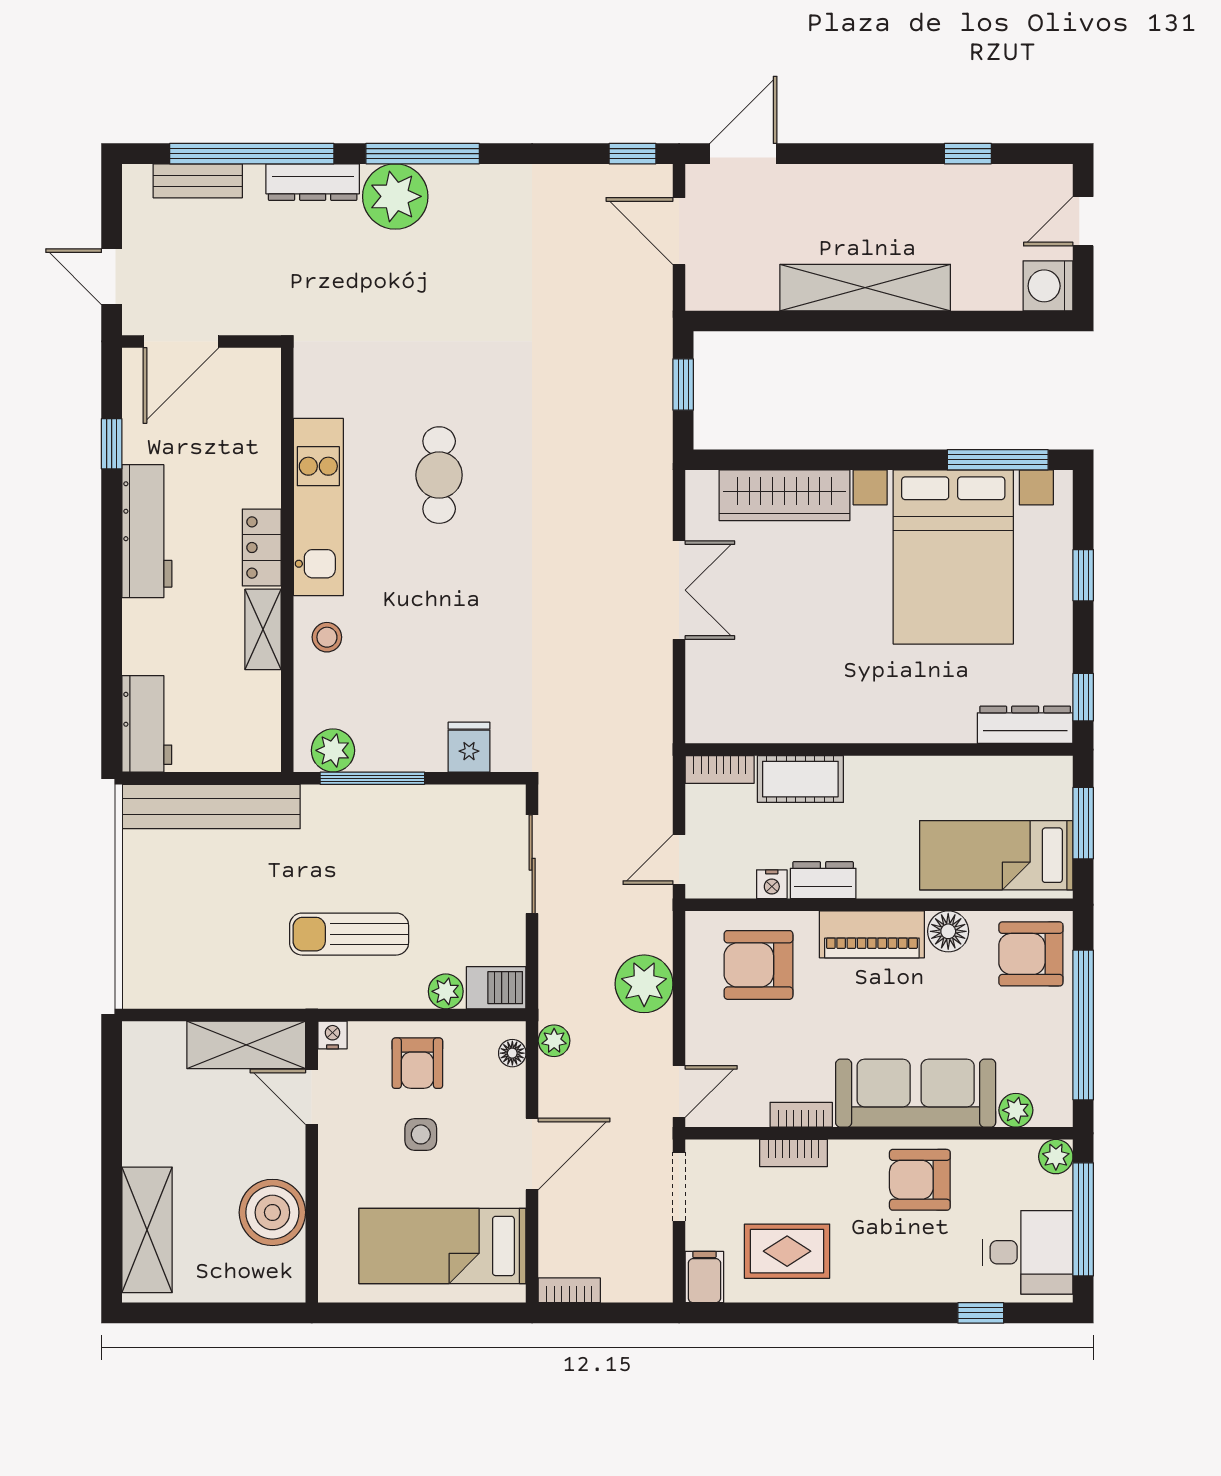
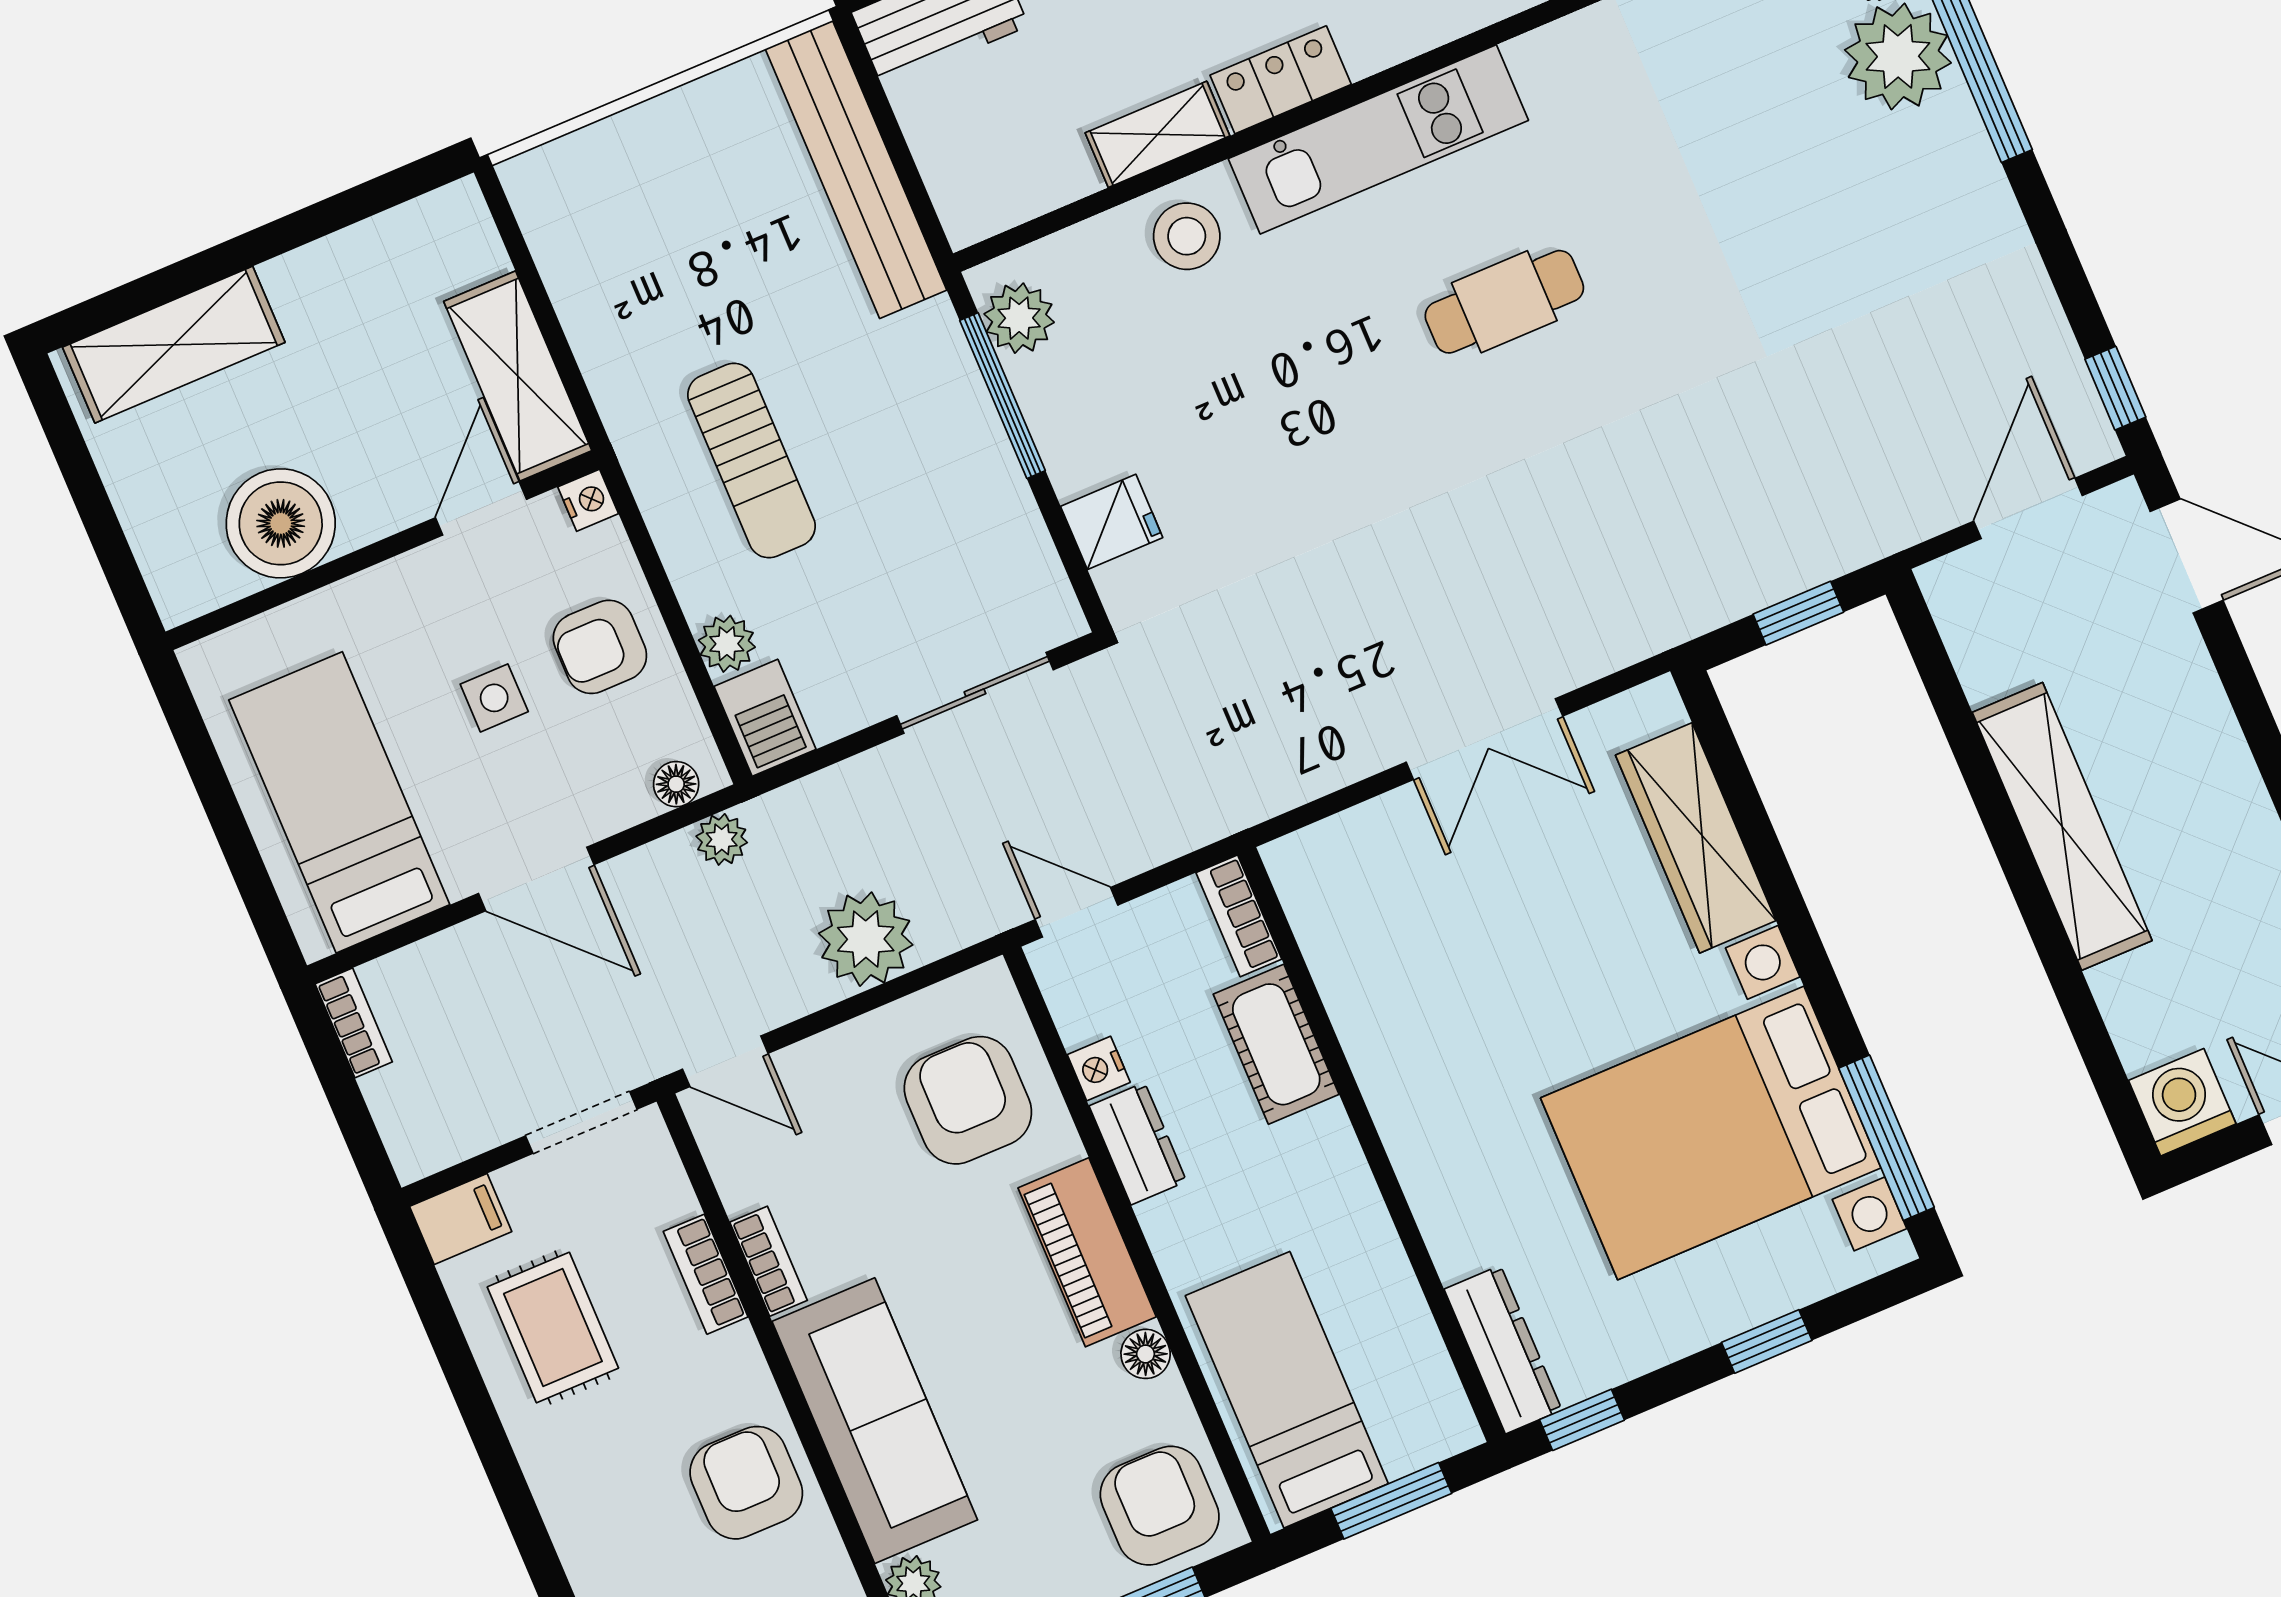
stool: (327, 637) -> (1187, 236), width x1.37, depth x1.37
floor lamp: (948, 931) -> (1146, 1354), width x0.73, depth x0.73
sun lounger: (349, 934) -> (752, 461), turned 180

